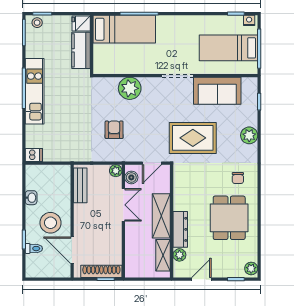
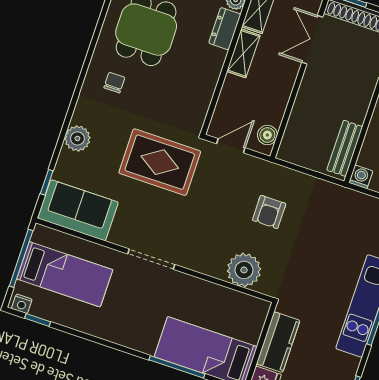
plant: (130, 88) -> (244, 270), moved
sofa: (217, 91) -> (78, 210), moved
washing machine: (64, 171) -> (361, 177), added
plant: (116, 171) -> (286, 152), removed
double door: (123, 205) -> (312, 40), moved
shelving: (161, 216) -> (243, 53), width x0.67, depth x0.75
dresser: (180, 229) -> (225, 29), width x0.70

